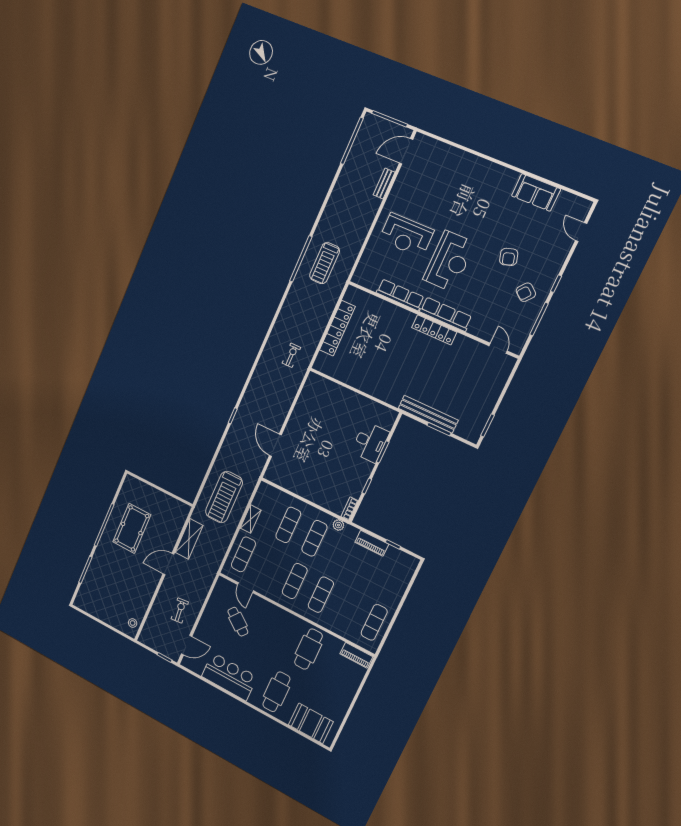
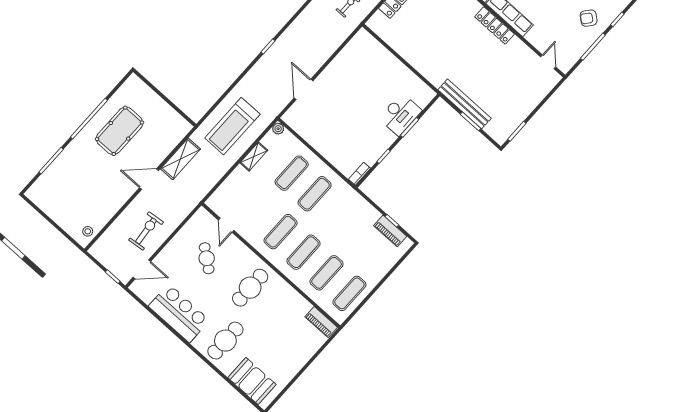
plant: (338, 525) -> (278, 129), moved
piano: (372, 543) -> (390, 231), moved
exercise mat: (243, 554) -> (326, 273), moved
exercise bike: (180, 610) -> (146, 231), width x1.38, depth x1.39
cafe table: (308, 649) -> (250, 288), moved

